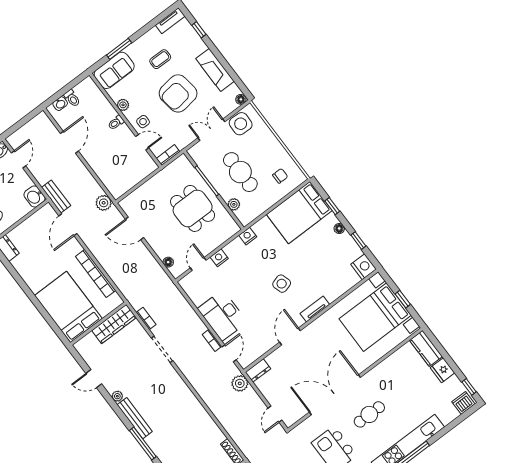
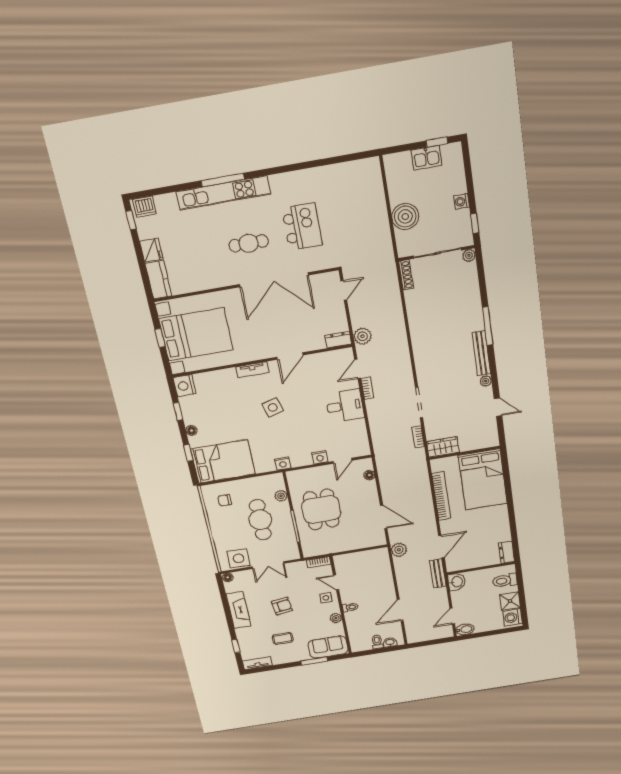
armchair: (178, 93) -> (282, 606), width x0.53, depth x0.53
desk: (222, 315) -> (345, 406), width x0.73
wardrobe: (114, 324) -> (443, 447), width x0.67

